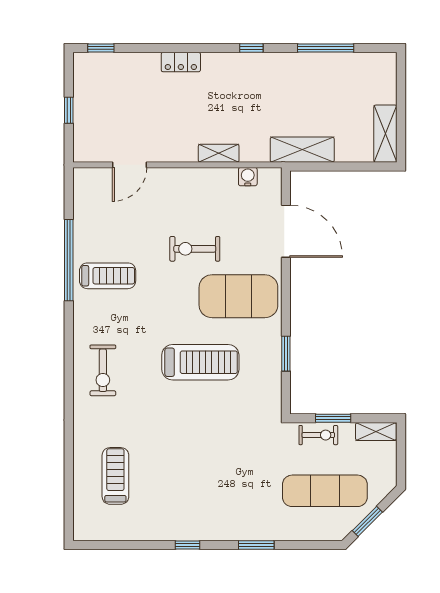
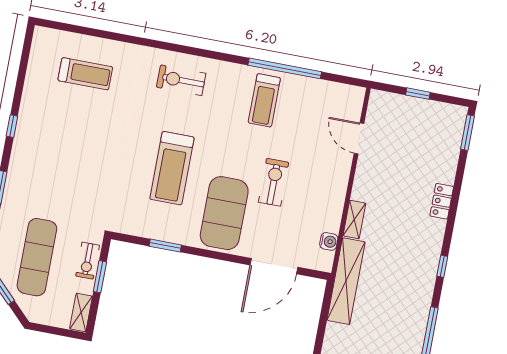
window: (101, 48) -> (468, 133), width x1.50
shelving: (302, 150) -> (346, 281), width x1.47

